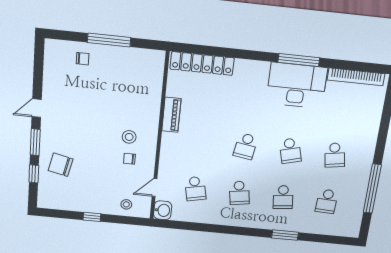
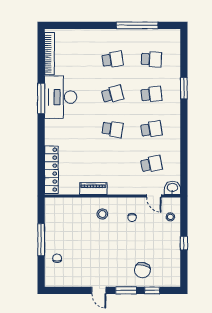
stool: (129, 137) -> (102, 214), moved

